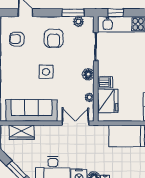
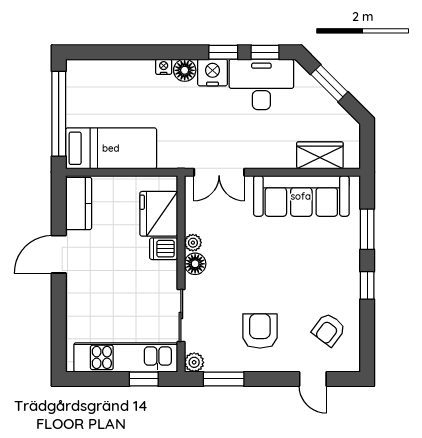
plant: (78, 22) -> (194, 362), moved
armchair: (17, 39) -> (329, 330), turned 127
side table: (46, 72) -> (274, 268), removed
plant: (89, 97) -> (193, 243), moved

